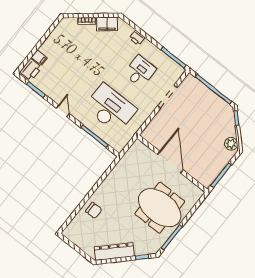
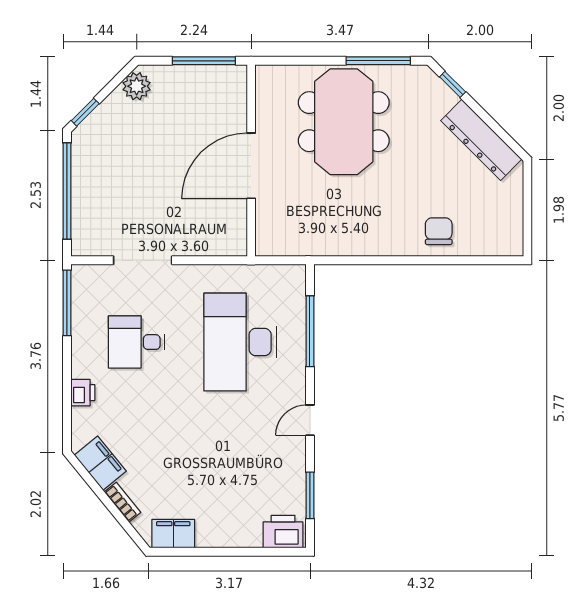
filing cabinet: (39, 58) -> (173, 534), moved, width x2.00

